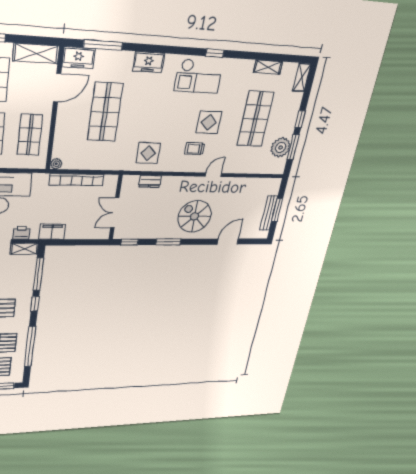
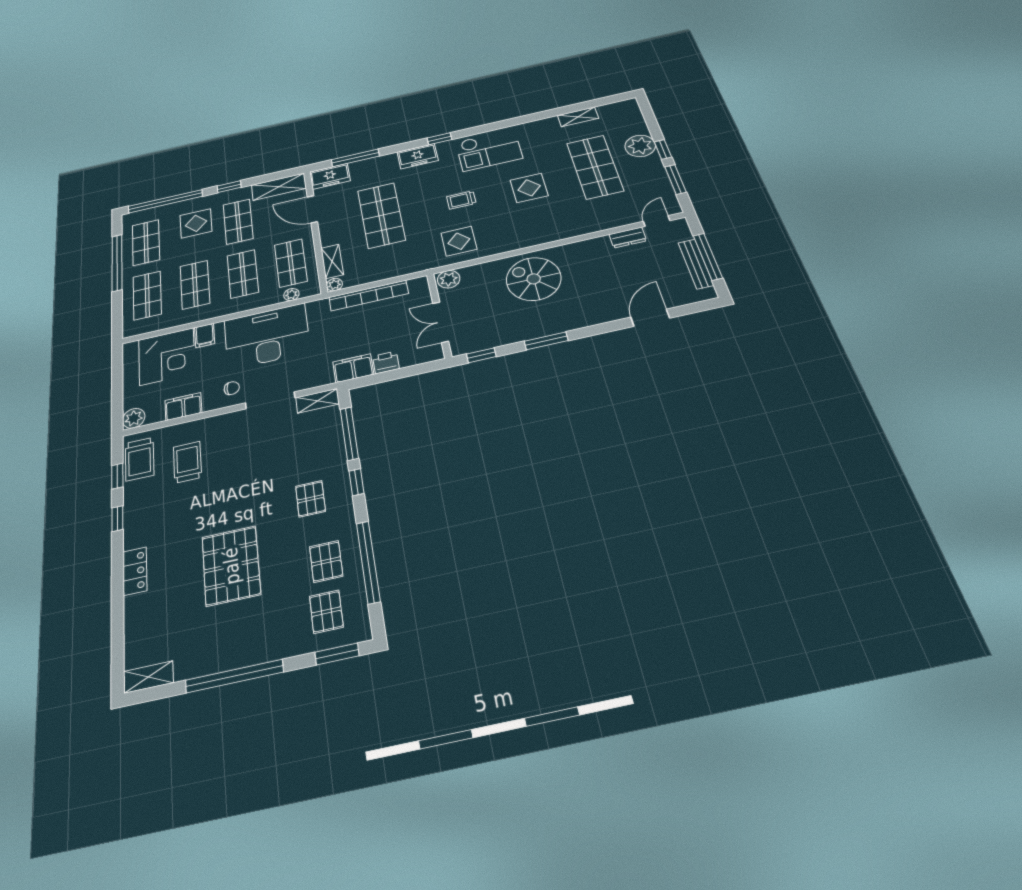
window: (215, 53) -> (440, 139), moved
shelving: (302, 77) -> (332, 261), moved
door: (57, 88) -> (312, 209), swing flipped
plant: (281, 147) -> (640, 146), moved
trolley: (195, 149) -> (461, 200), moved
plant: (25, 163) -> (291, 295), added
door: (213, 175) -> (657, 221), moved
dresser: (150, 181) -> (628, 238), moved
plant: (131, 182) -> (449, 279), added
window: (277, 210) -> (708, 257), width x1.44
spiral stairs: (195, 216) -> (534, 279), moved
printer: (22, 233) -> (386, 362), moved

